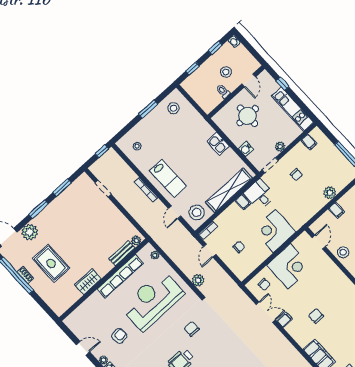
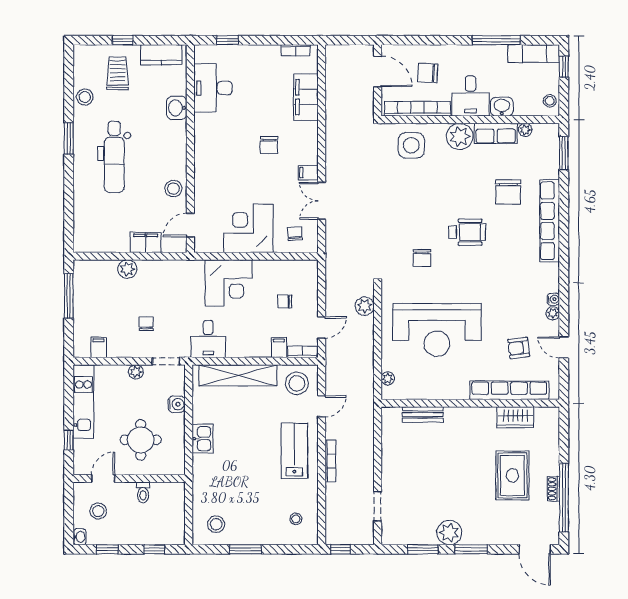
stool: (226, 72) -> (98, 511), moved
filing cabinet: (243, 202) -> (279, 348), moved
filing cabinet: (336, 210) -> (146, 243), width x2.00
plant: (30, 232) -> (449, 533), moved
plant: (136, 240) -> (394, 414), removed
row of seats: (120, 276) -> (509, 390), moved
wardrobe: (88, 282) -> (515, 417), moved
armchair: (119, 336) -> (519, 348), moved

